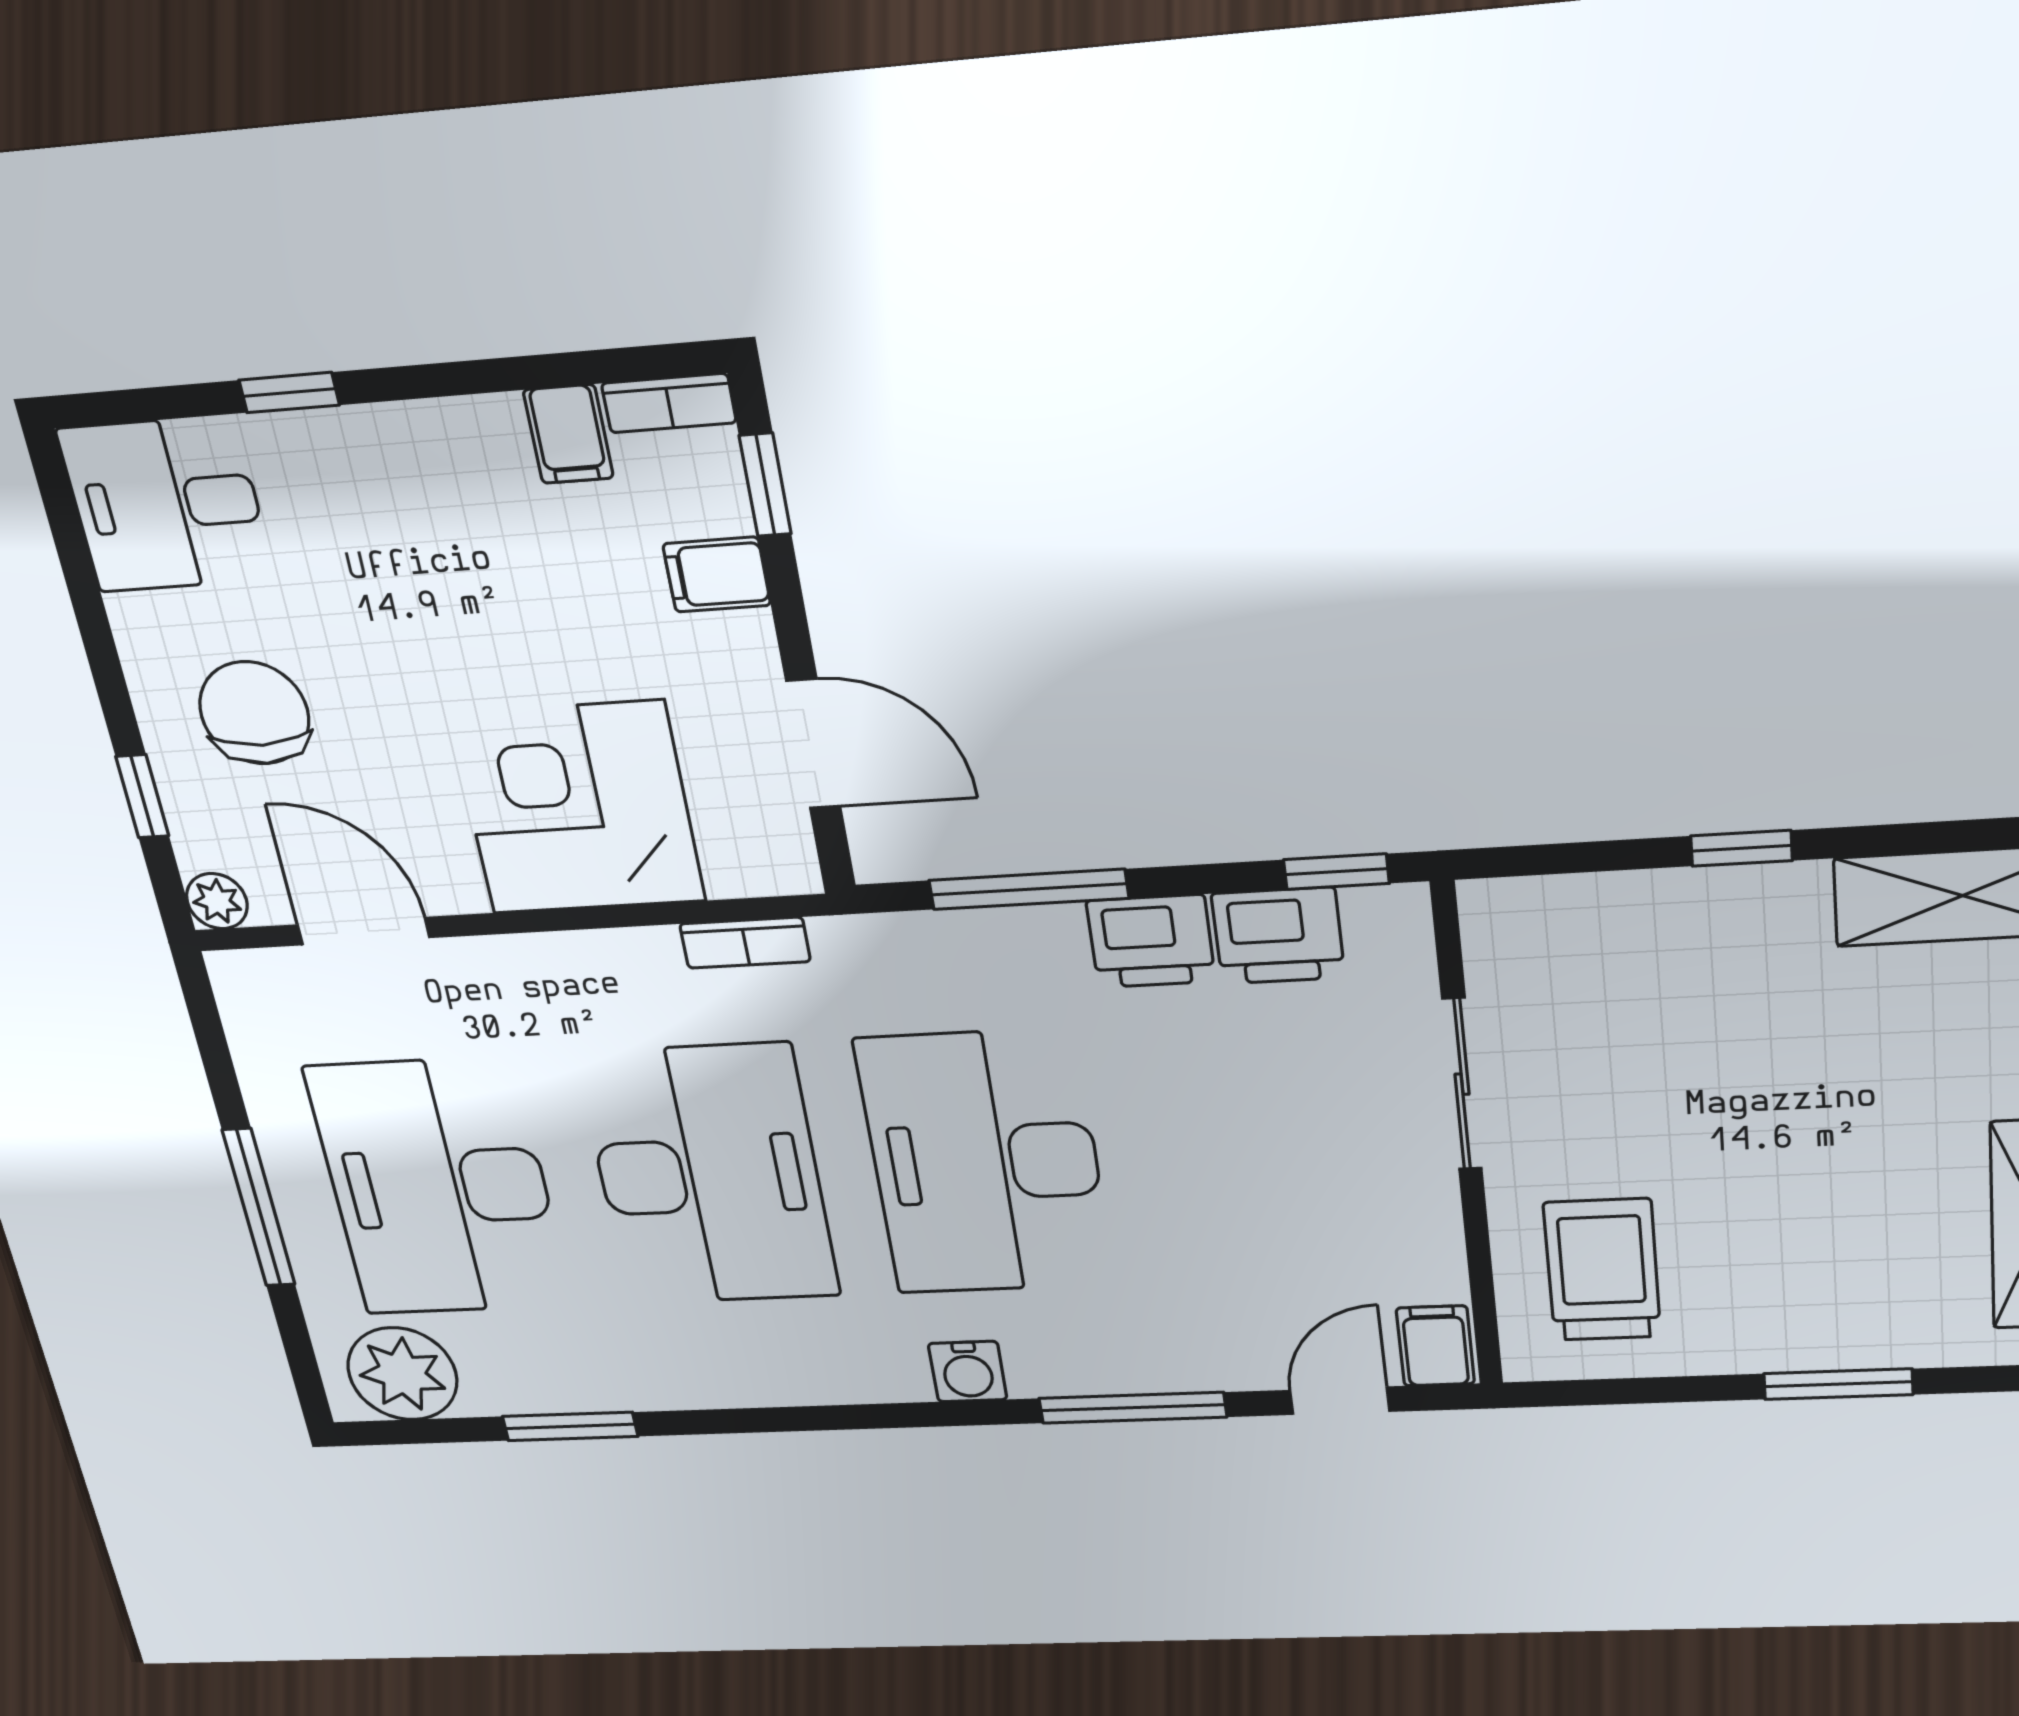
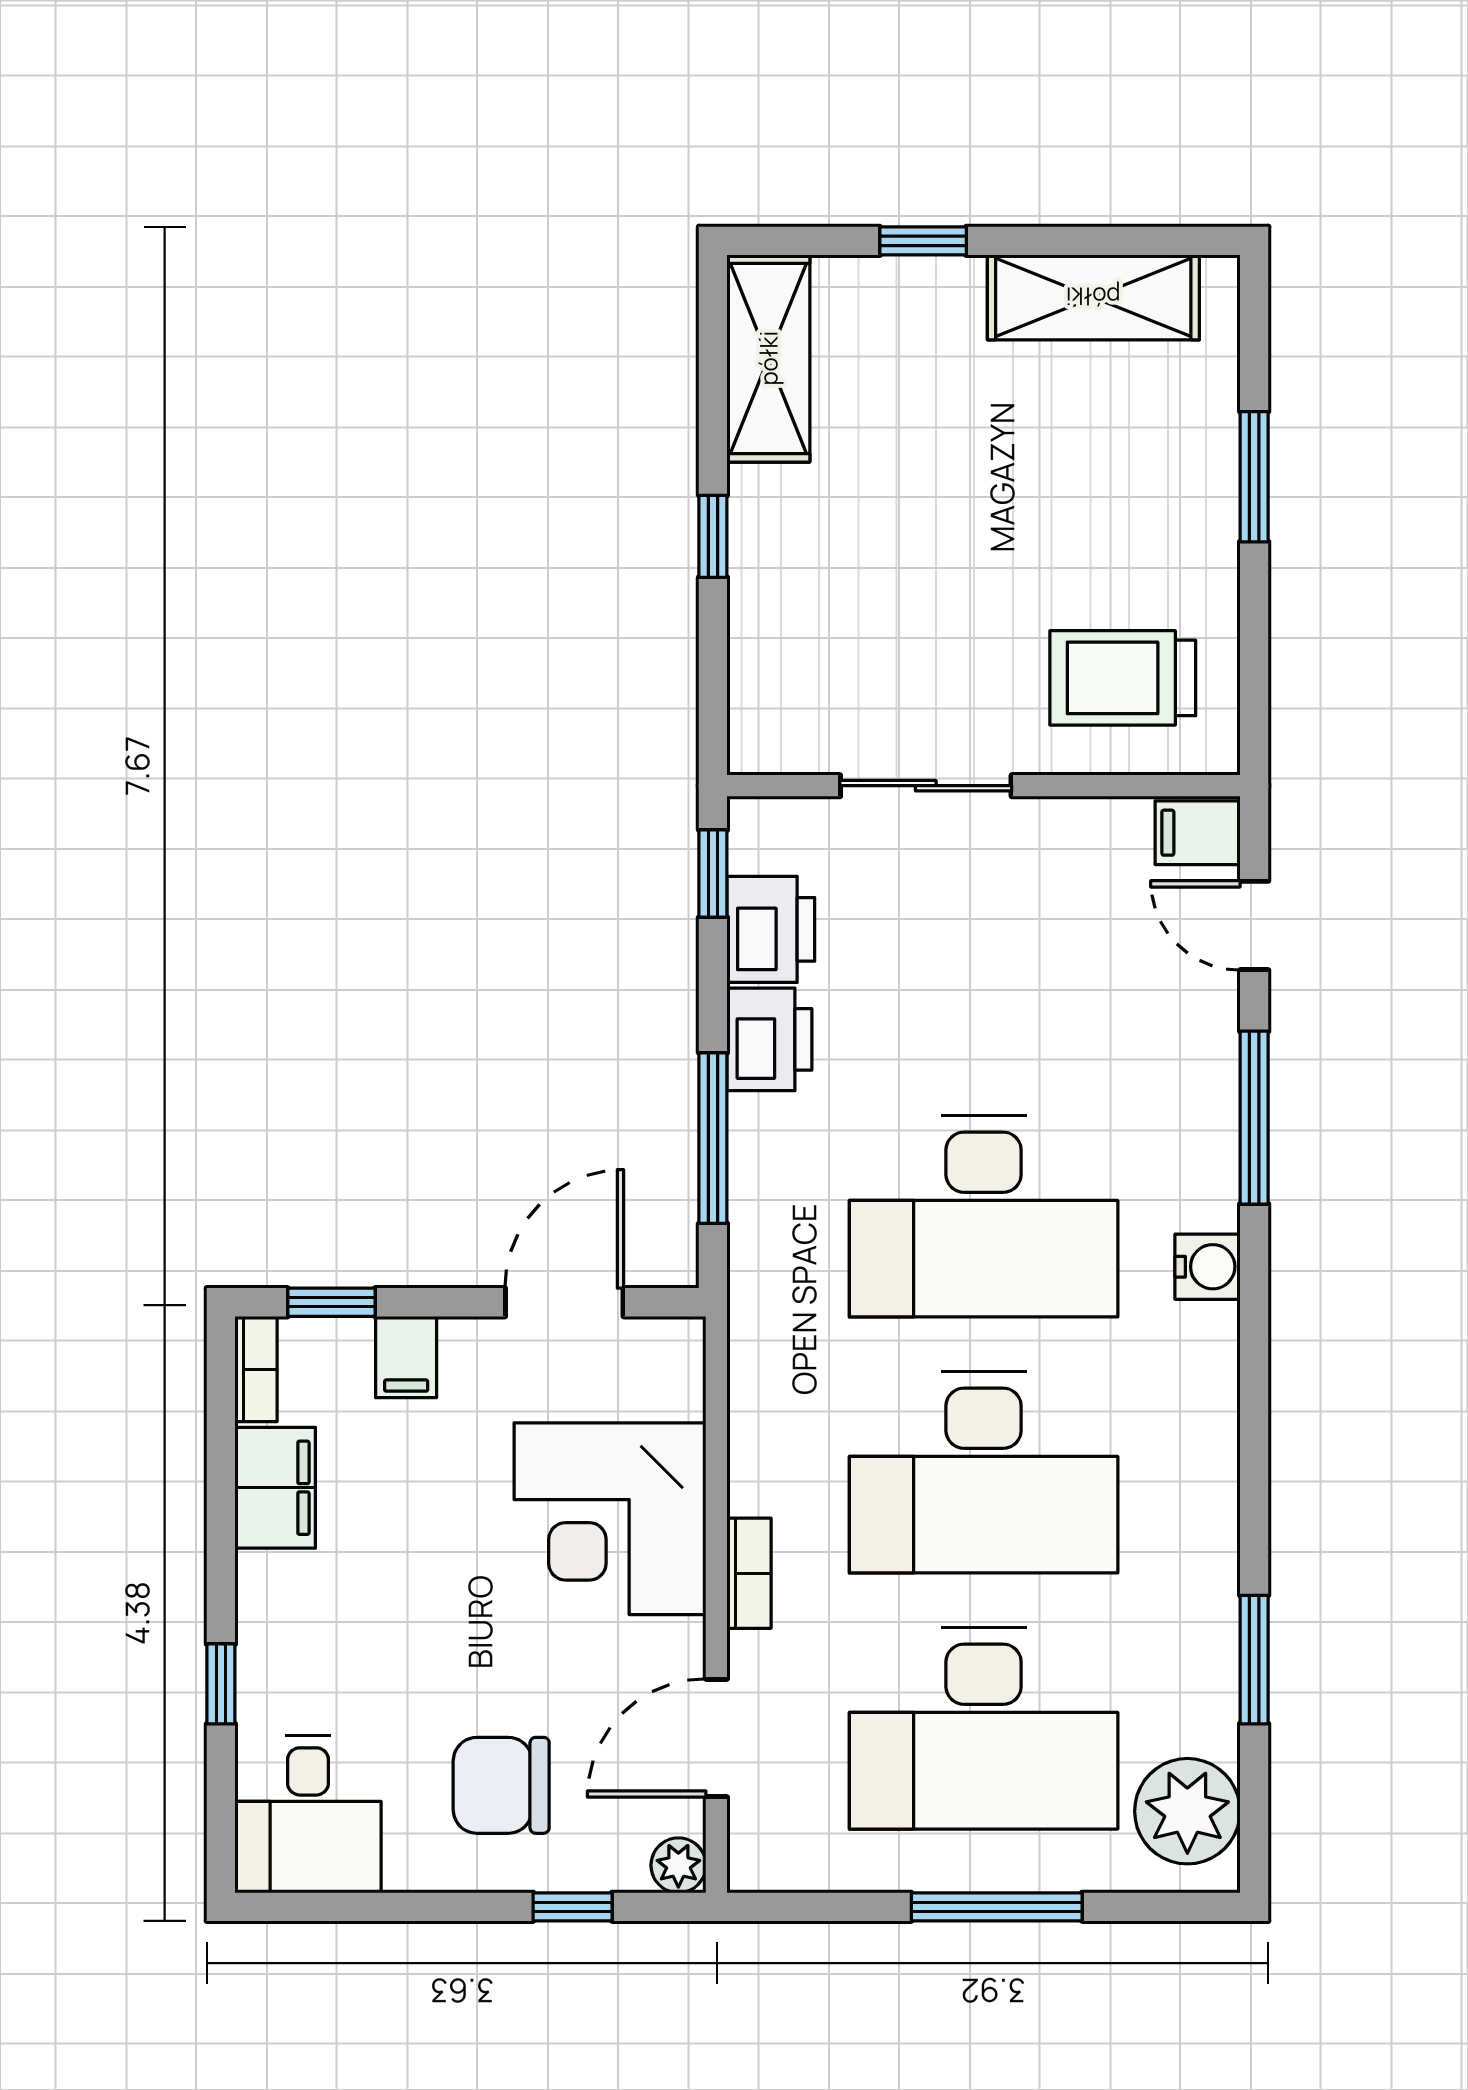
filing cabinet: (568, 434) -> (275, 1488), width x2.00
bookcase: (745, 943) -> (749, 1573), moved
desk: (709, 1175) -> (984, 1472), turned 180

